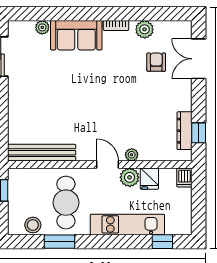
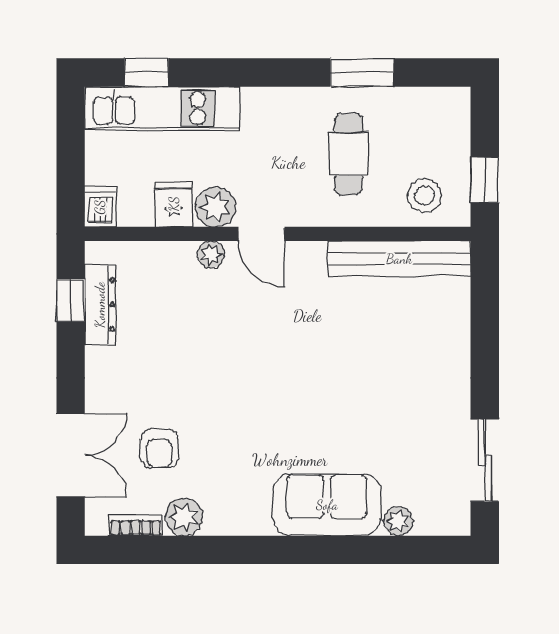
bookcase: (116, 25) -> (136, 525), moved
cafe table: (66, 203) -> (348, 154), width x0.73, depth x0.74
kitchen unit: (127, 224) -> (162, 108), moved
stool: (33, 225) -> (424, 196), moved

